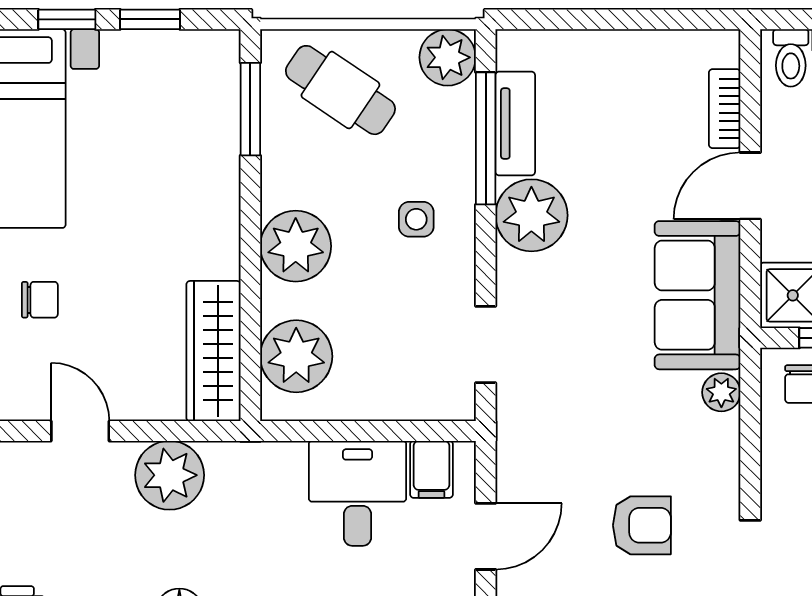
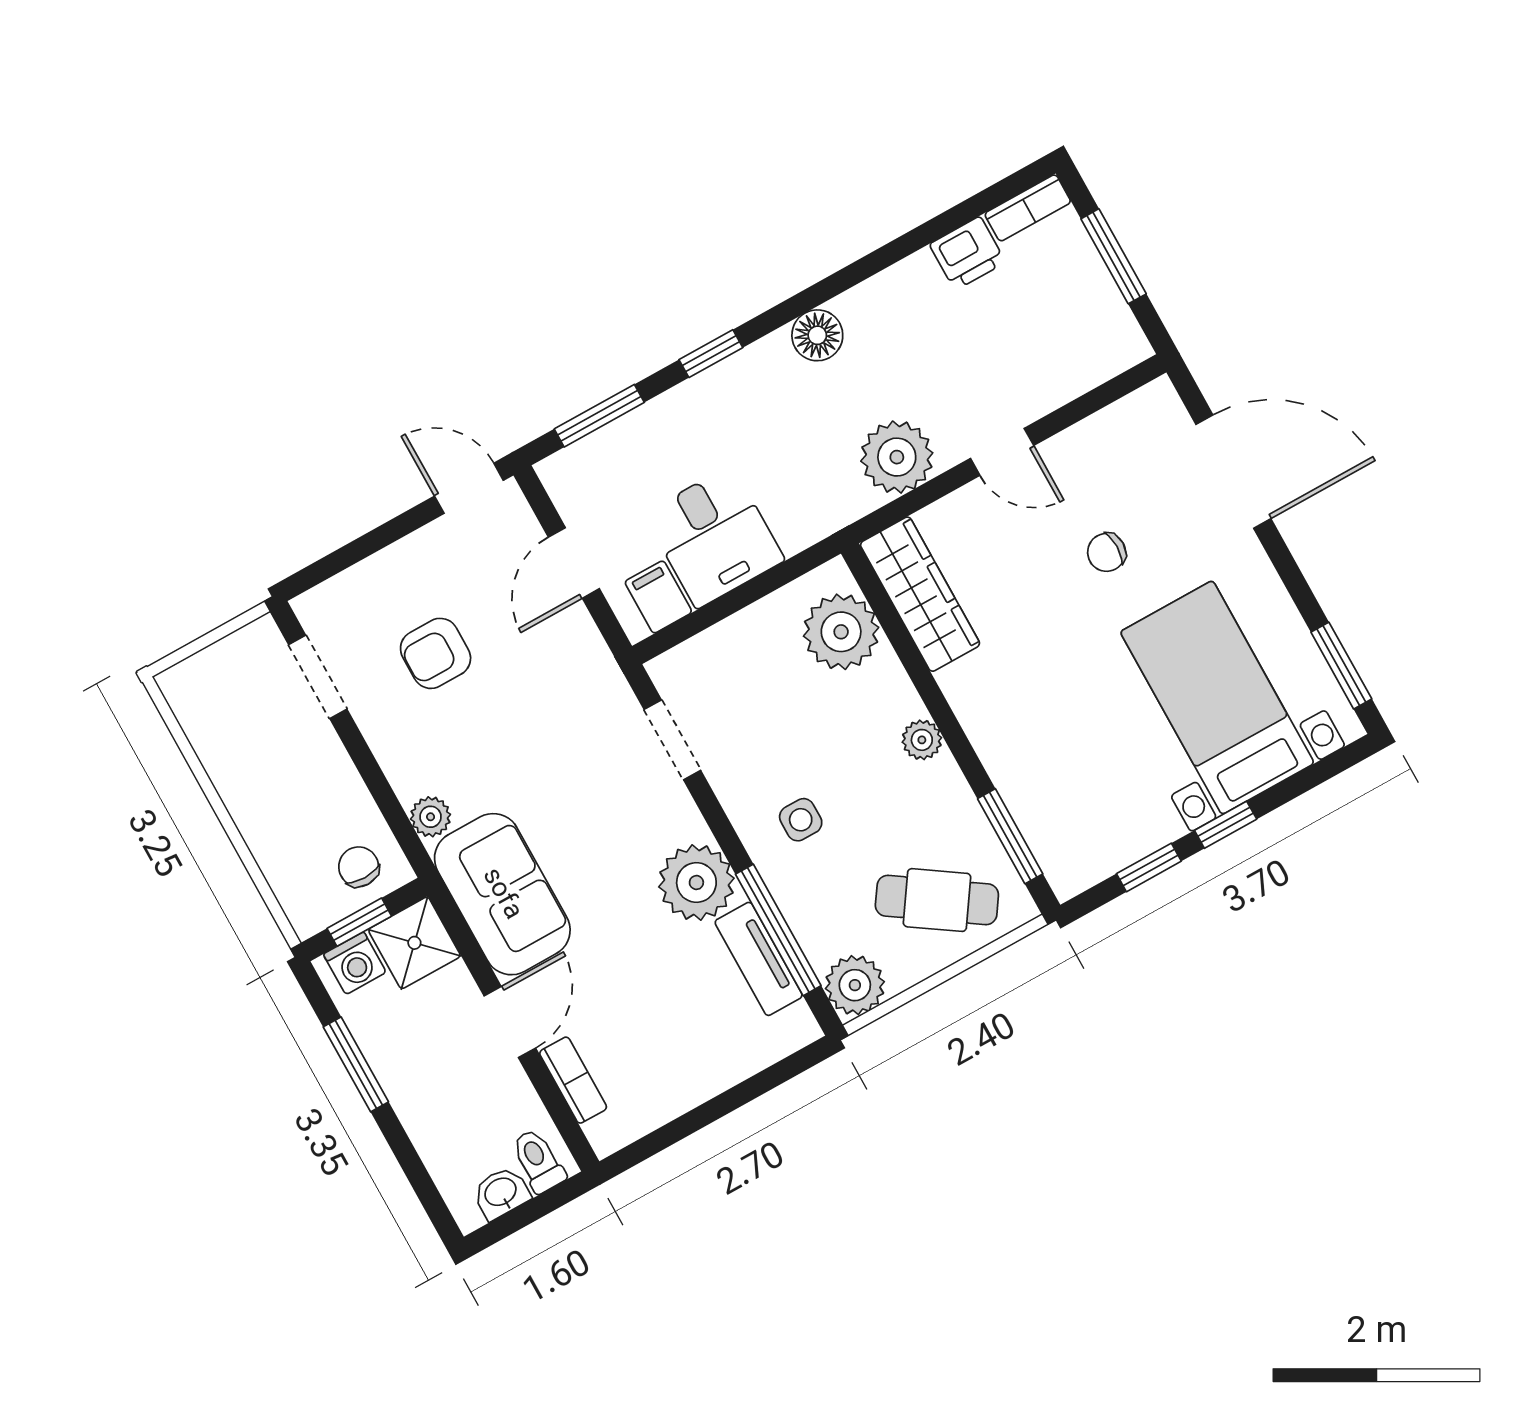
plant: (296, 246) -> (922, 740), width x0.53, depth x0.53

